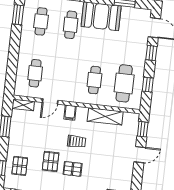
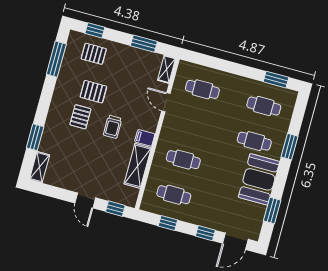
cafe table: (124, 83) -> (174, 195), width x0.73, depth x0.74
filing cabinet: (70, 113) -> (145, 138), moved

